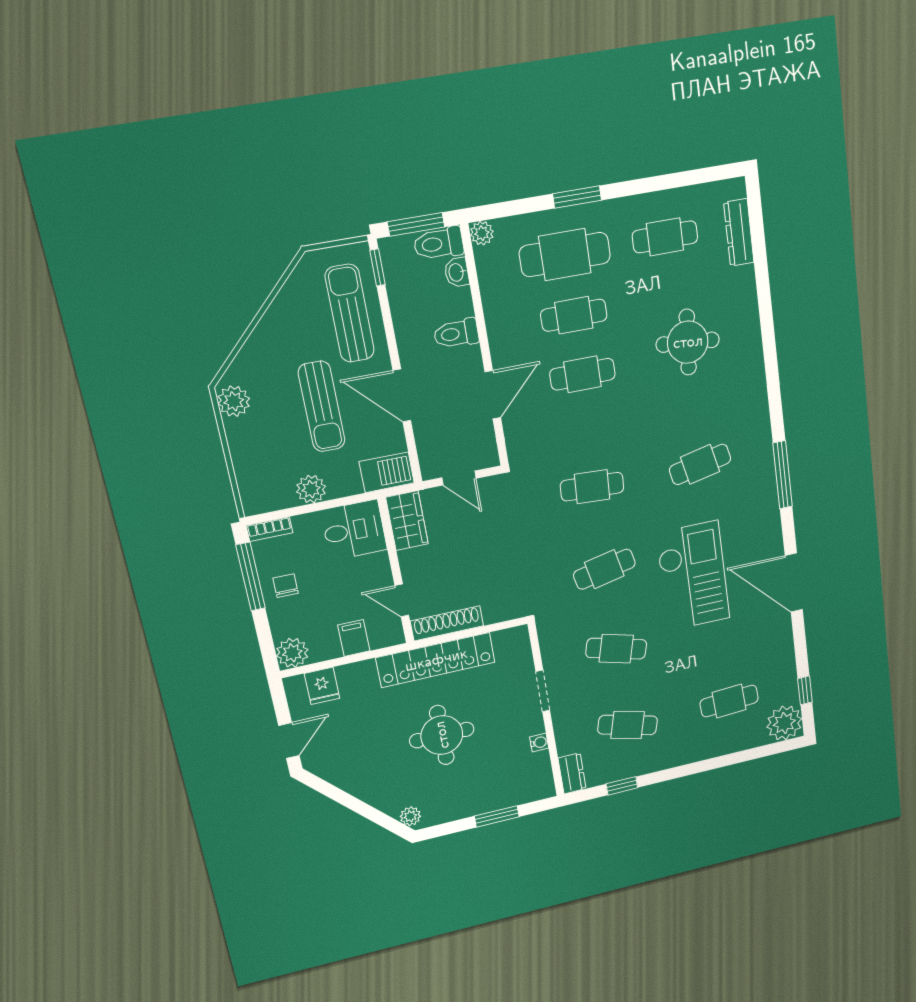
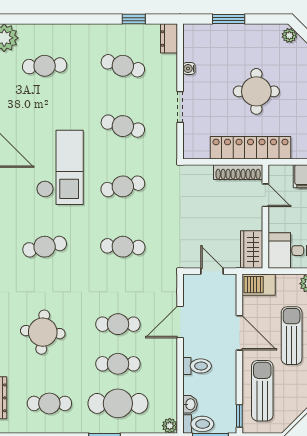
sun lounger: (350, 313) -> (262, 391), turned 180
checkout: (693, 576) -> (60, 167), turned 180

